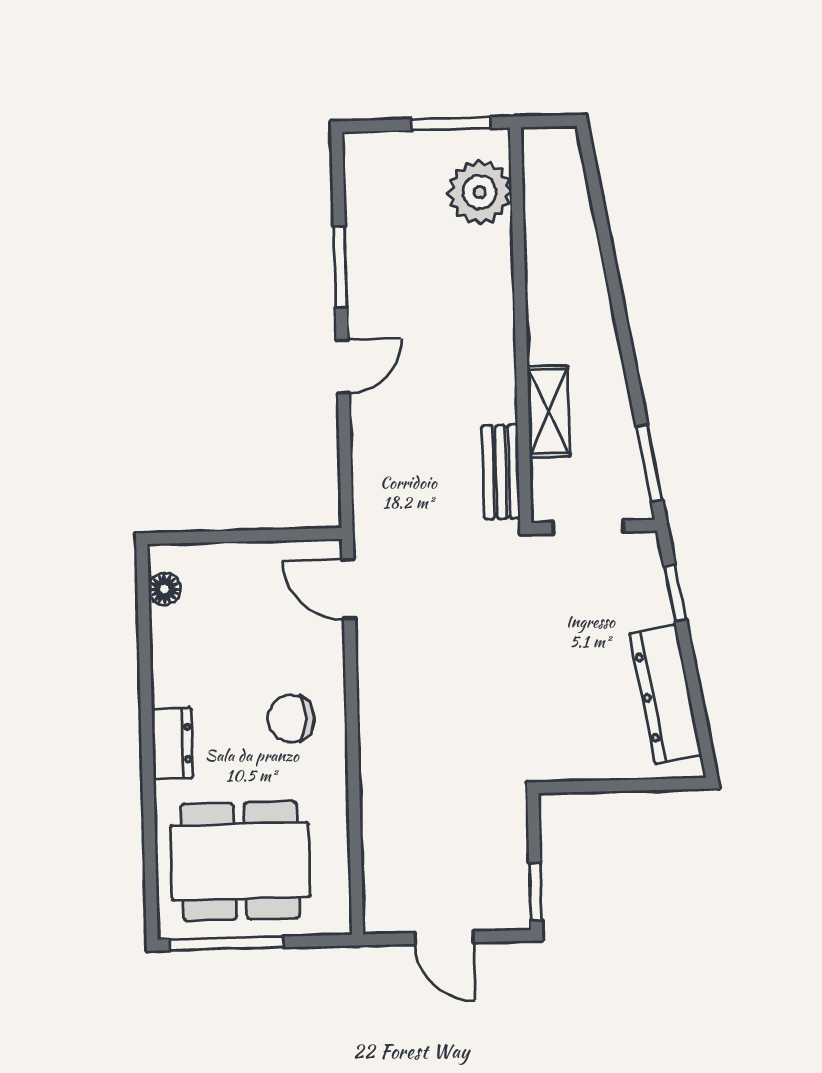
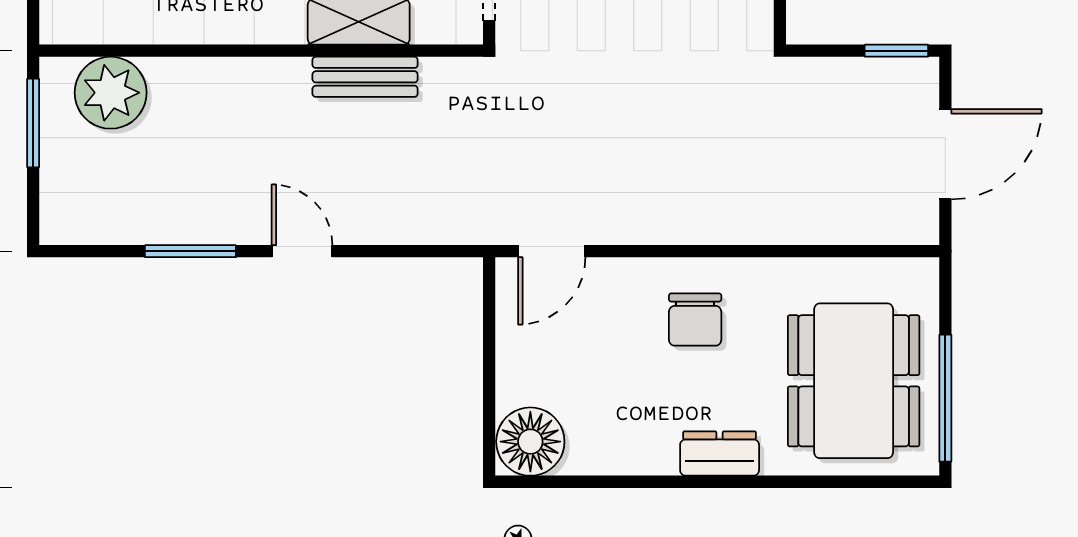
bench: (501, 472) -> (365, 77), moved
floor lamp: (165, 589) -> (530, 442), width x1.89, depth x1.89
door: (444, 938) -> (945, 154), width x1.38

